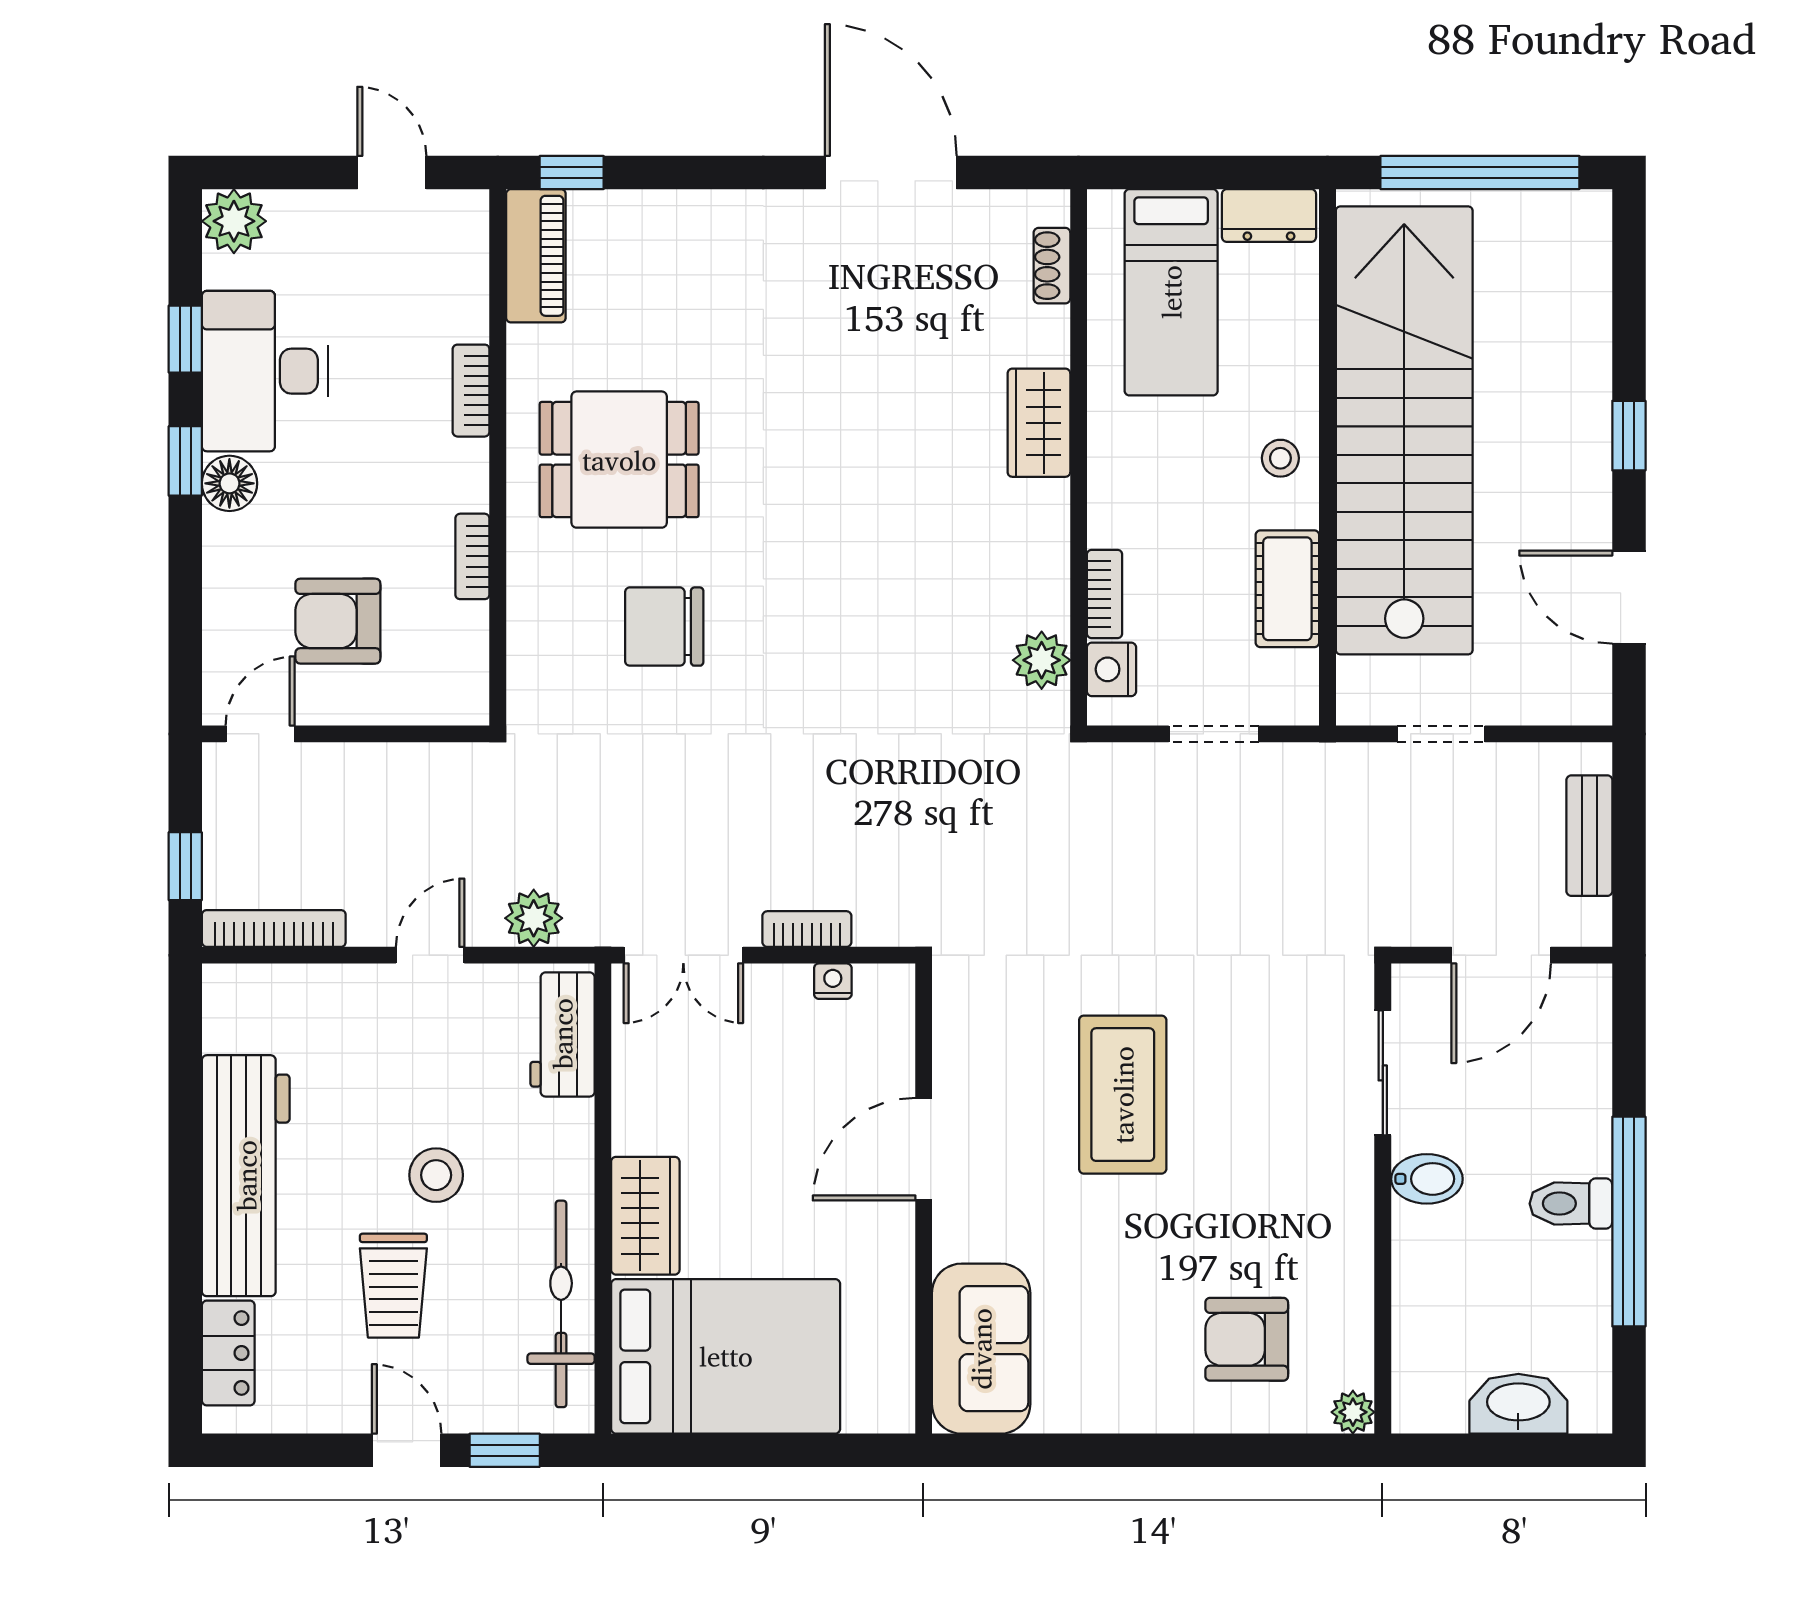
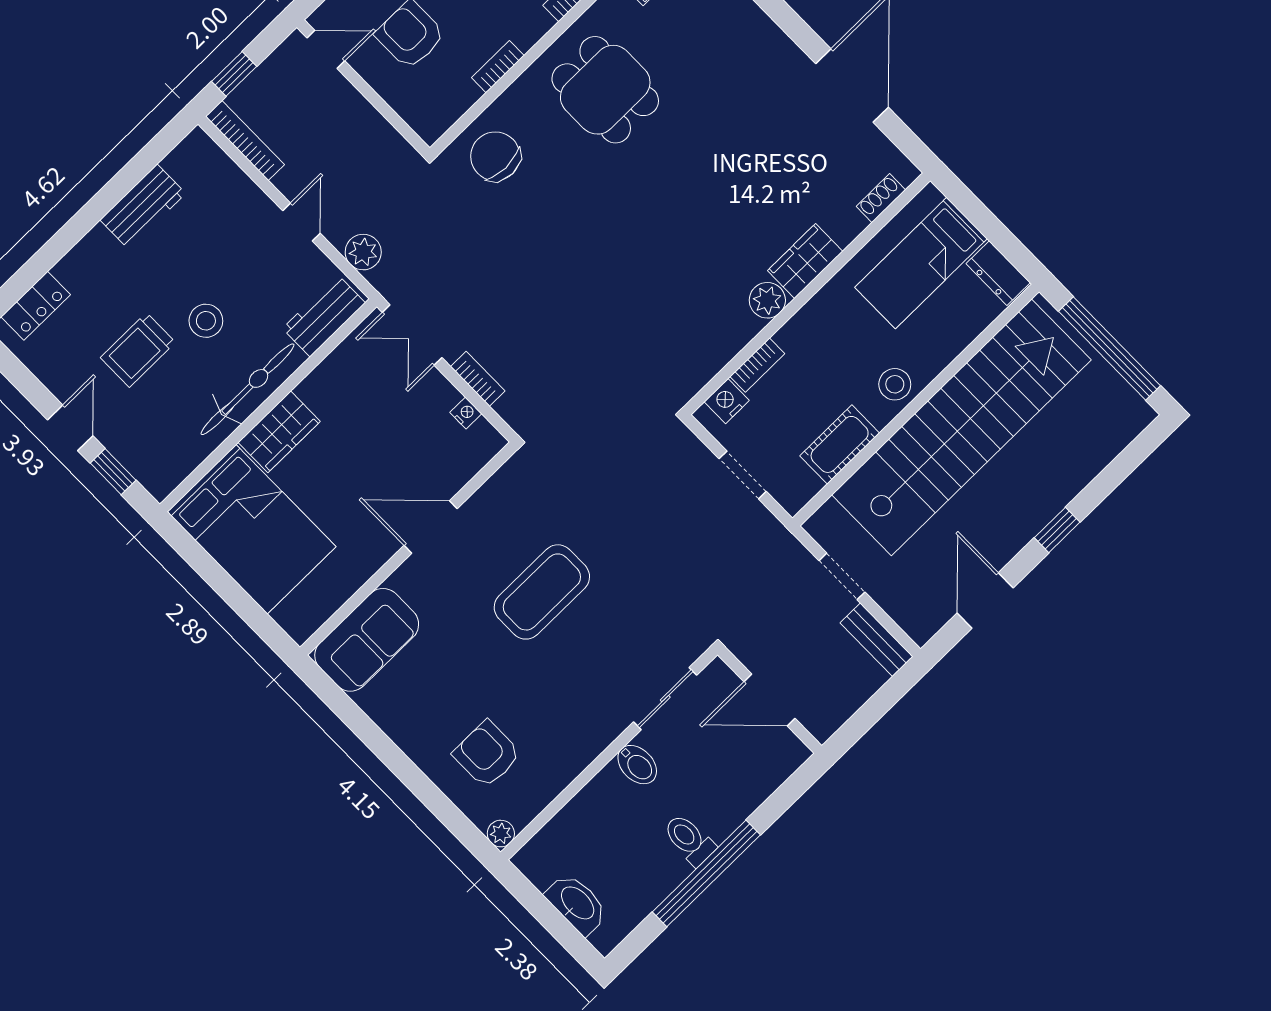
stool: (1280, 458) -> (895, 384), width x1.37, depth x1.37
chair: (664, 627) -> (495, 156), moved
plant: (1042, 660) -> (767, 300), moved
bench: (1589, 836) -> (877, 640), moved, turned 90
door: (430, 955) -> (301, 222), hinge flipped
workbench: (246, 1176) -> (143, 207), width x0.53, depth x0.76
bicycle: (561, 1304) -> (247, 389), moved

